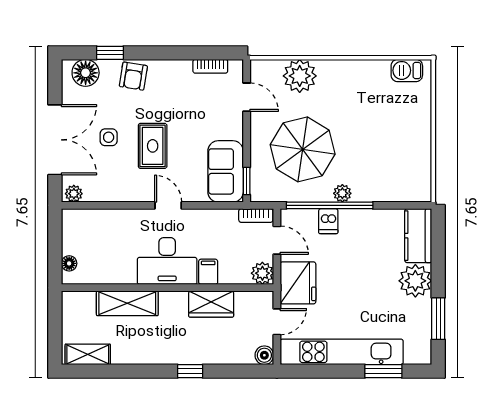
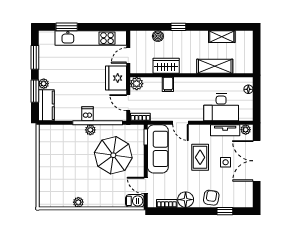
barbecue: (407, 70) -> (135, 201), moved
floor lamp: (86, 73) -> (186, 200), moved
plant: (300, 76) -> (78, 202), moved, width x0.53, depth x0.53
sofa: (226, 171) -> (158, 149), width x1.36
tv unit: (109, 193) -> (225, 130), added
door: (168, 205) -> (181, 123), moved
dishwasher: (328, 221) -> (88, 114), moved
window: (438, 260) -> (35, 91), added
desk: (167, 261) -> (221, 107), moved, turned 180
plant: (415, 281) -> (44, 84), width x0.53, depth x0.53
shelving: (88, 354) -> (222, 37), moved
boiler: (264, 355) -> (158, 36), moved

